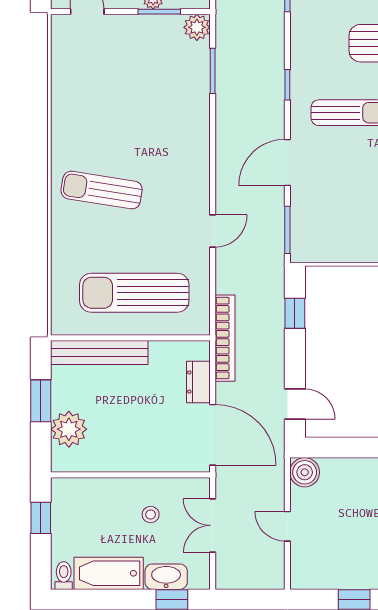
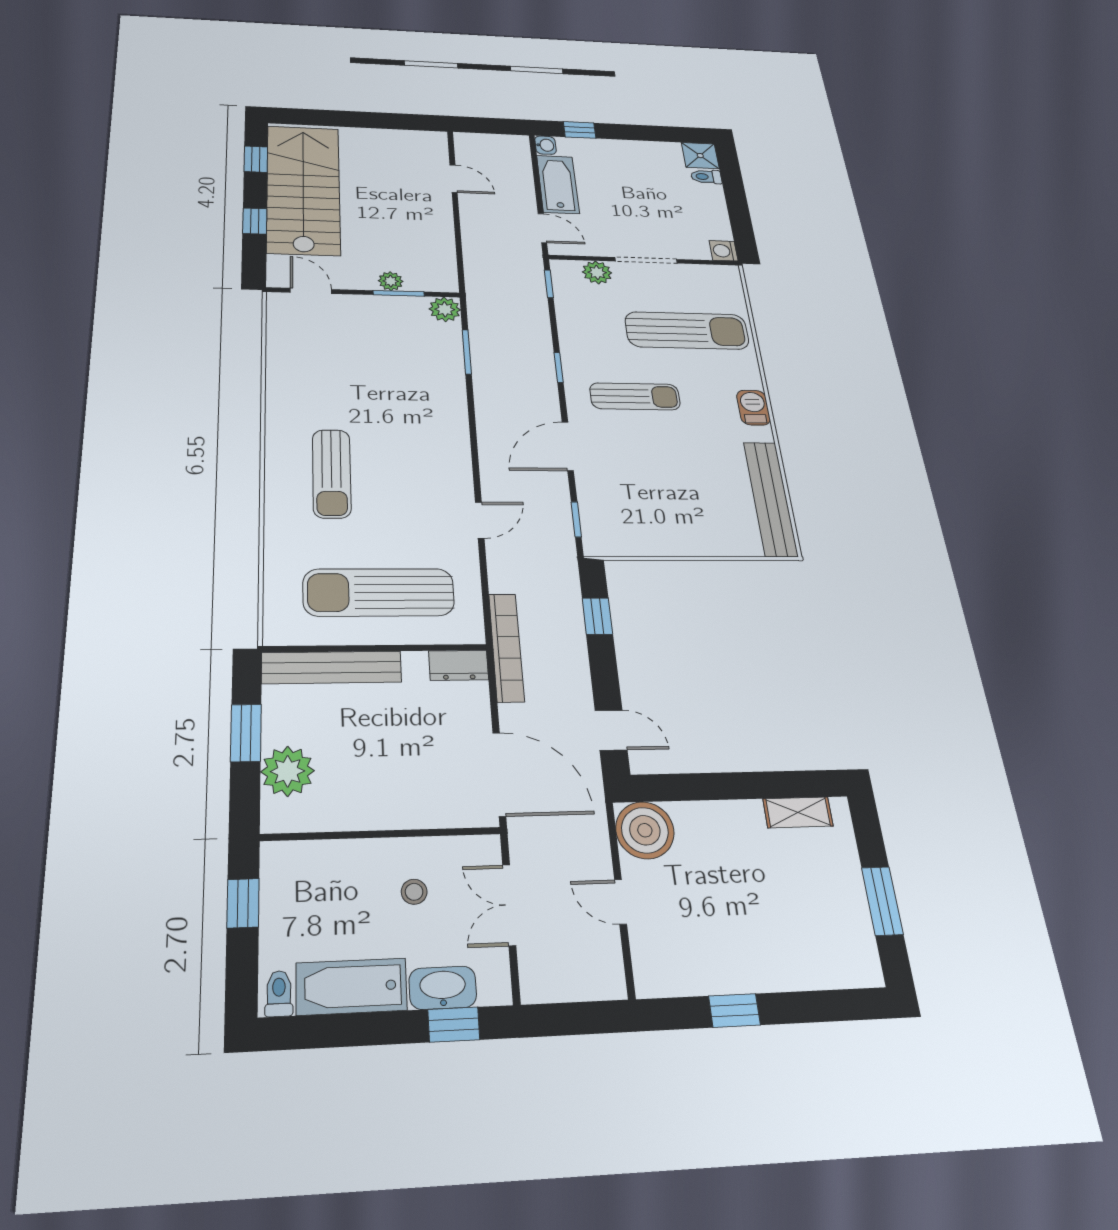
sun lounger: (102, 190) -> (332, 473), turned -99
window: (287, 230) -> (576, 519), width x0.67
dresser: (198, 382) -> (459, 665), moved, turned -90
boiler: (305, 472) -> (645, 830), width x1.37, depth x1.37

